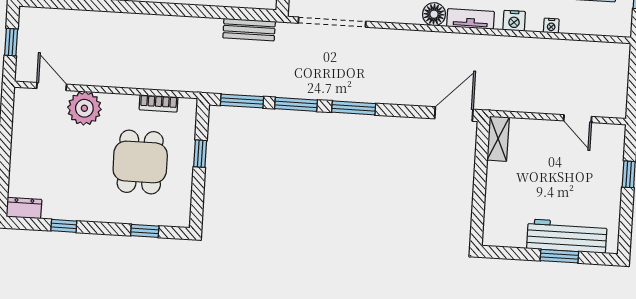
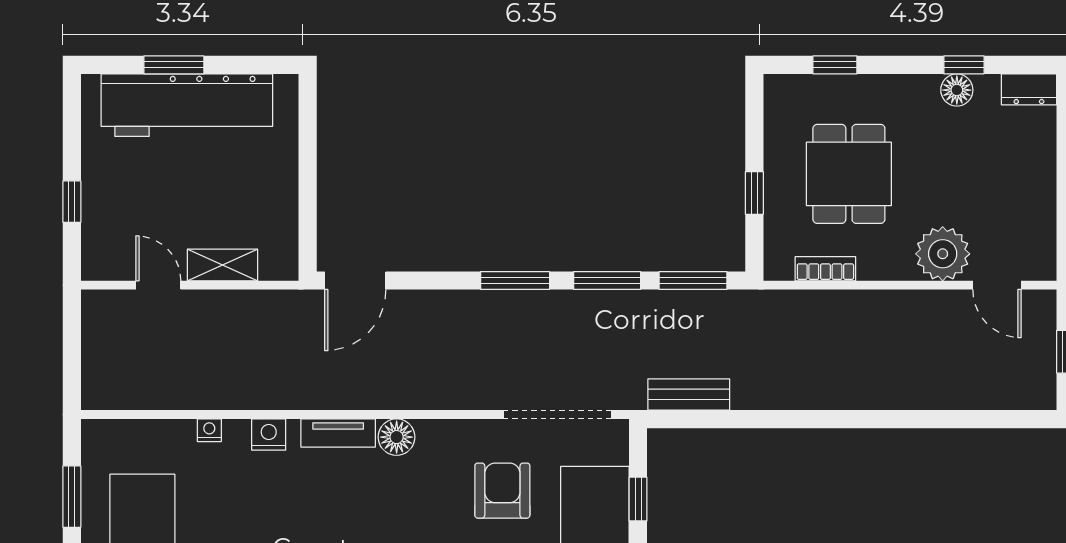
shelving: (498, 139) -> (223, 265), moved, turned 90
floor lamp: (69, 210) -> (957, 90), added
workbench: (567, 236) -> (187, 105), width x1.36, depth x1.32

